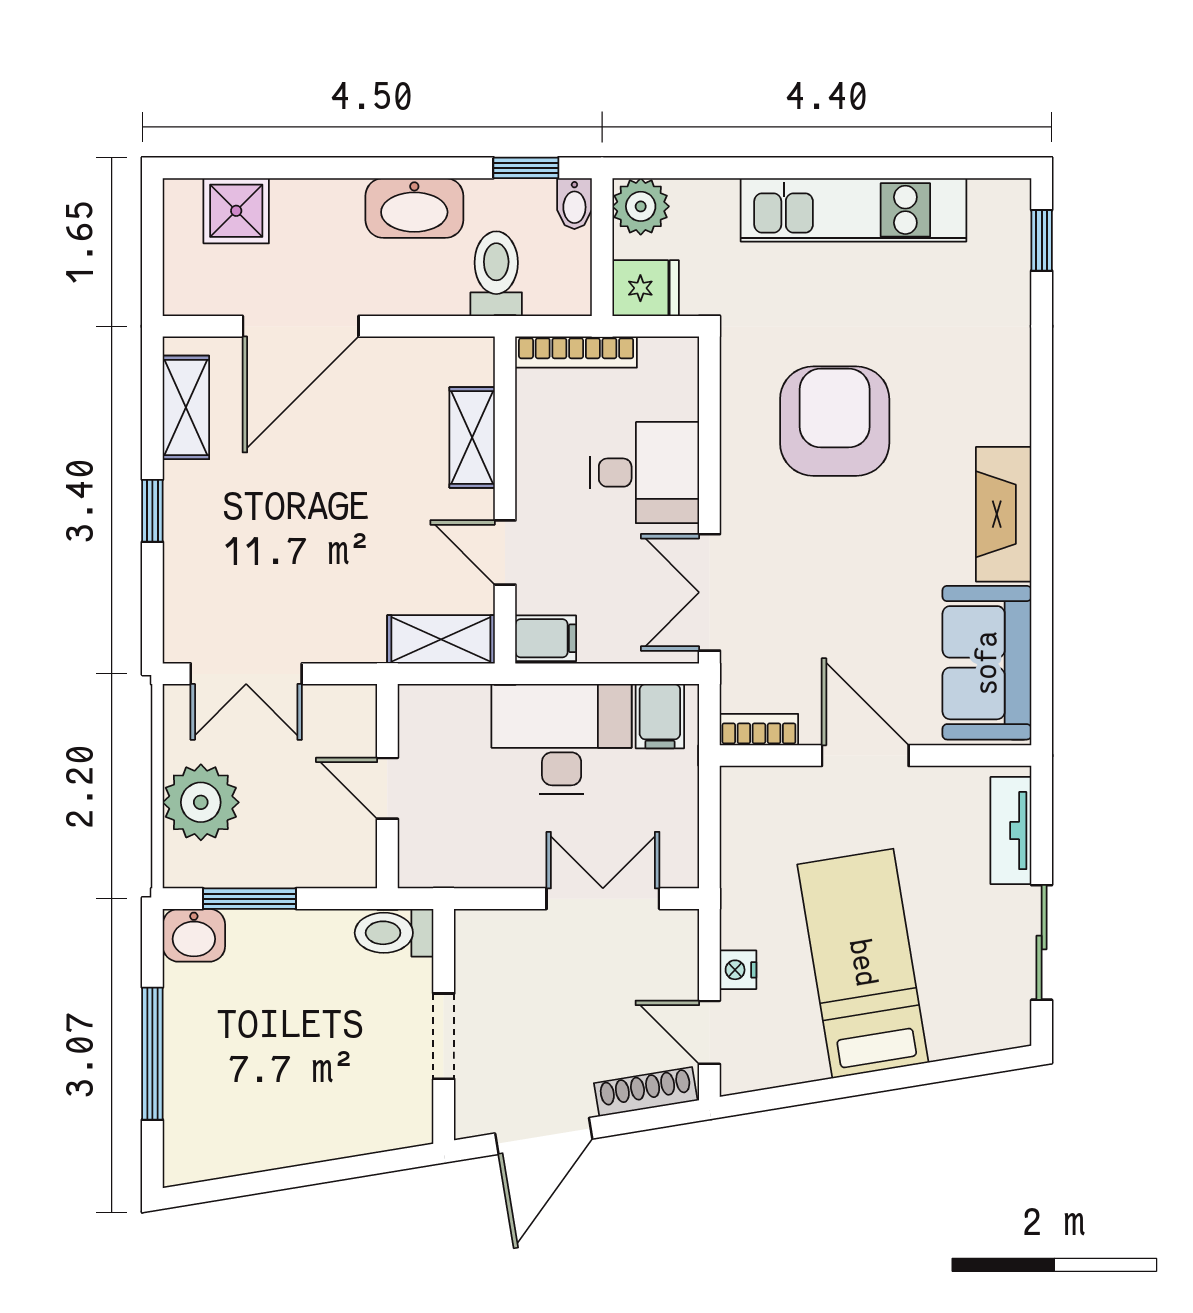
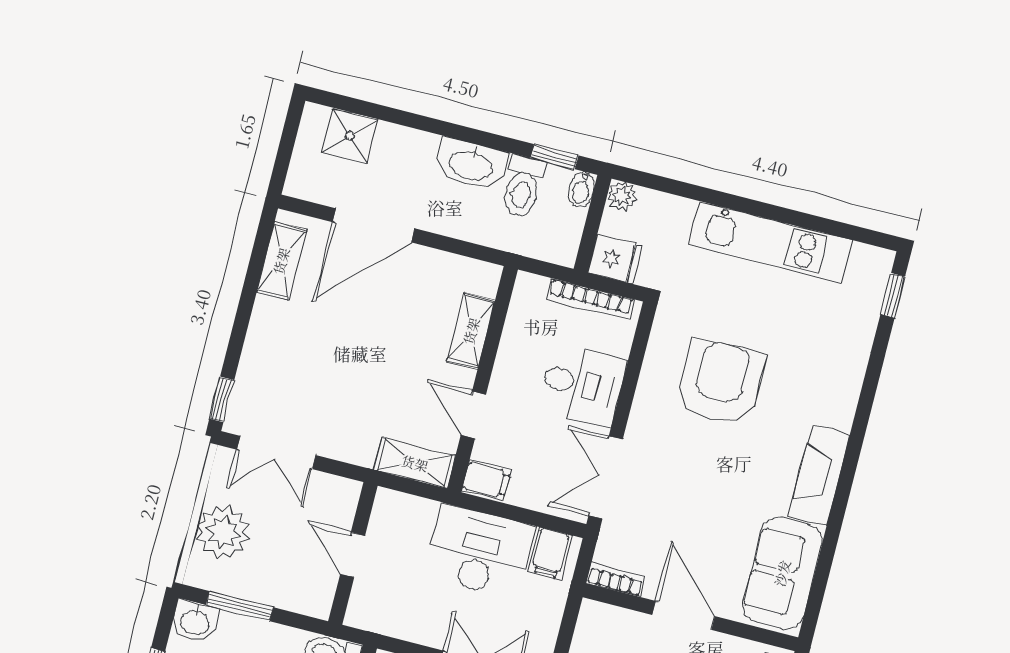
plant: (641, 206) -> (622, 196), width x0.73, depth x0.73
toilet: (496, 274) -> (523, 187), moved, turned 180
bookcase: (576, 352) -> (591, 299), moved
window: (152, 511) -> (222, 399), moved

